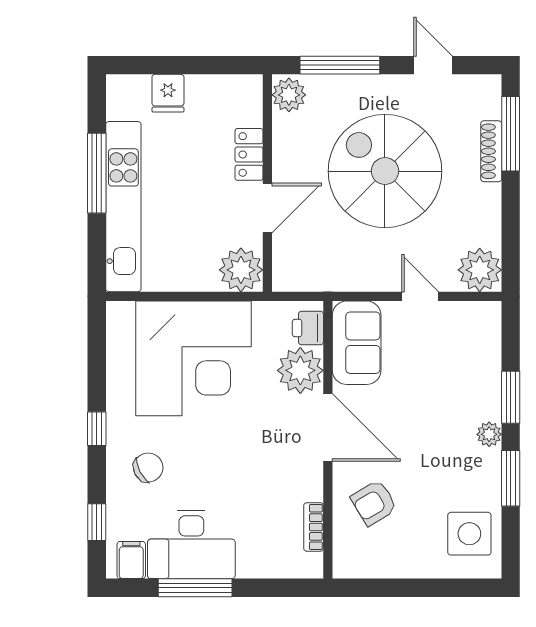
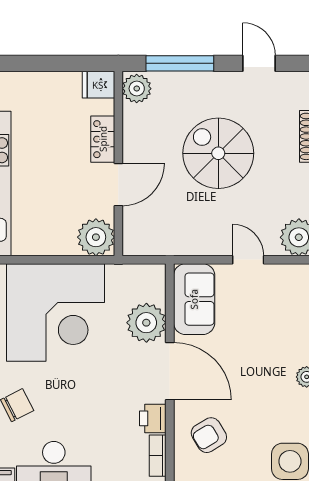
fridge: (168, 93) -> (98, 85), moved, turned 90
spiral stairs: (385, 171) -> (218, 153), width x0.73, depth x0.73
printer: (308, 328) -> (153, 418), moved

